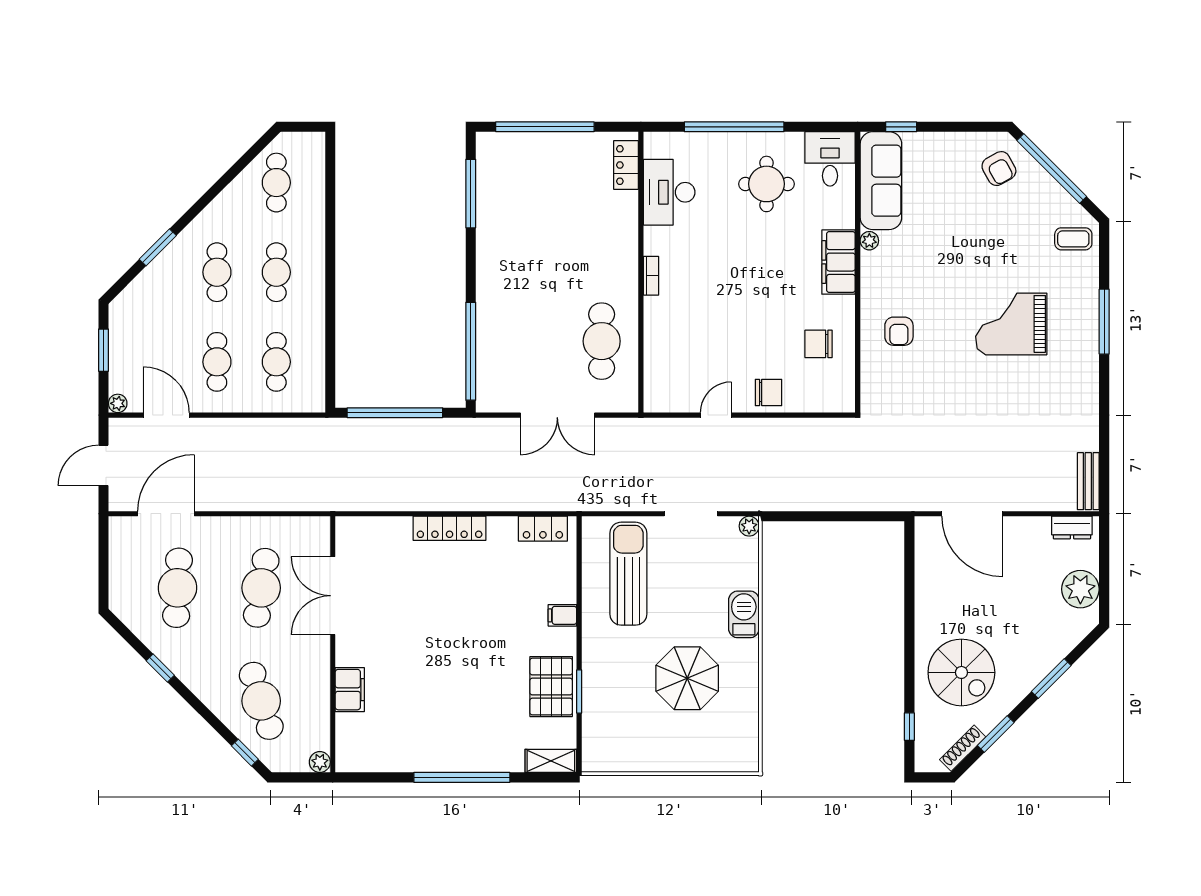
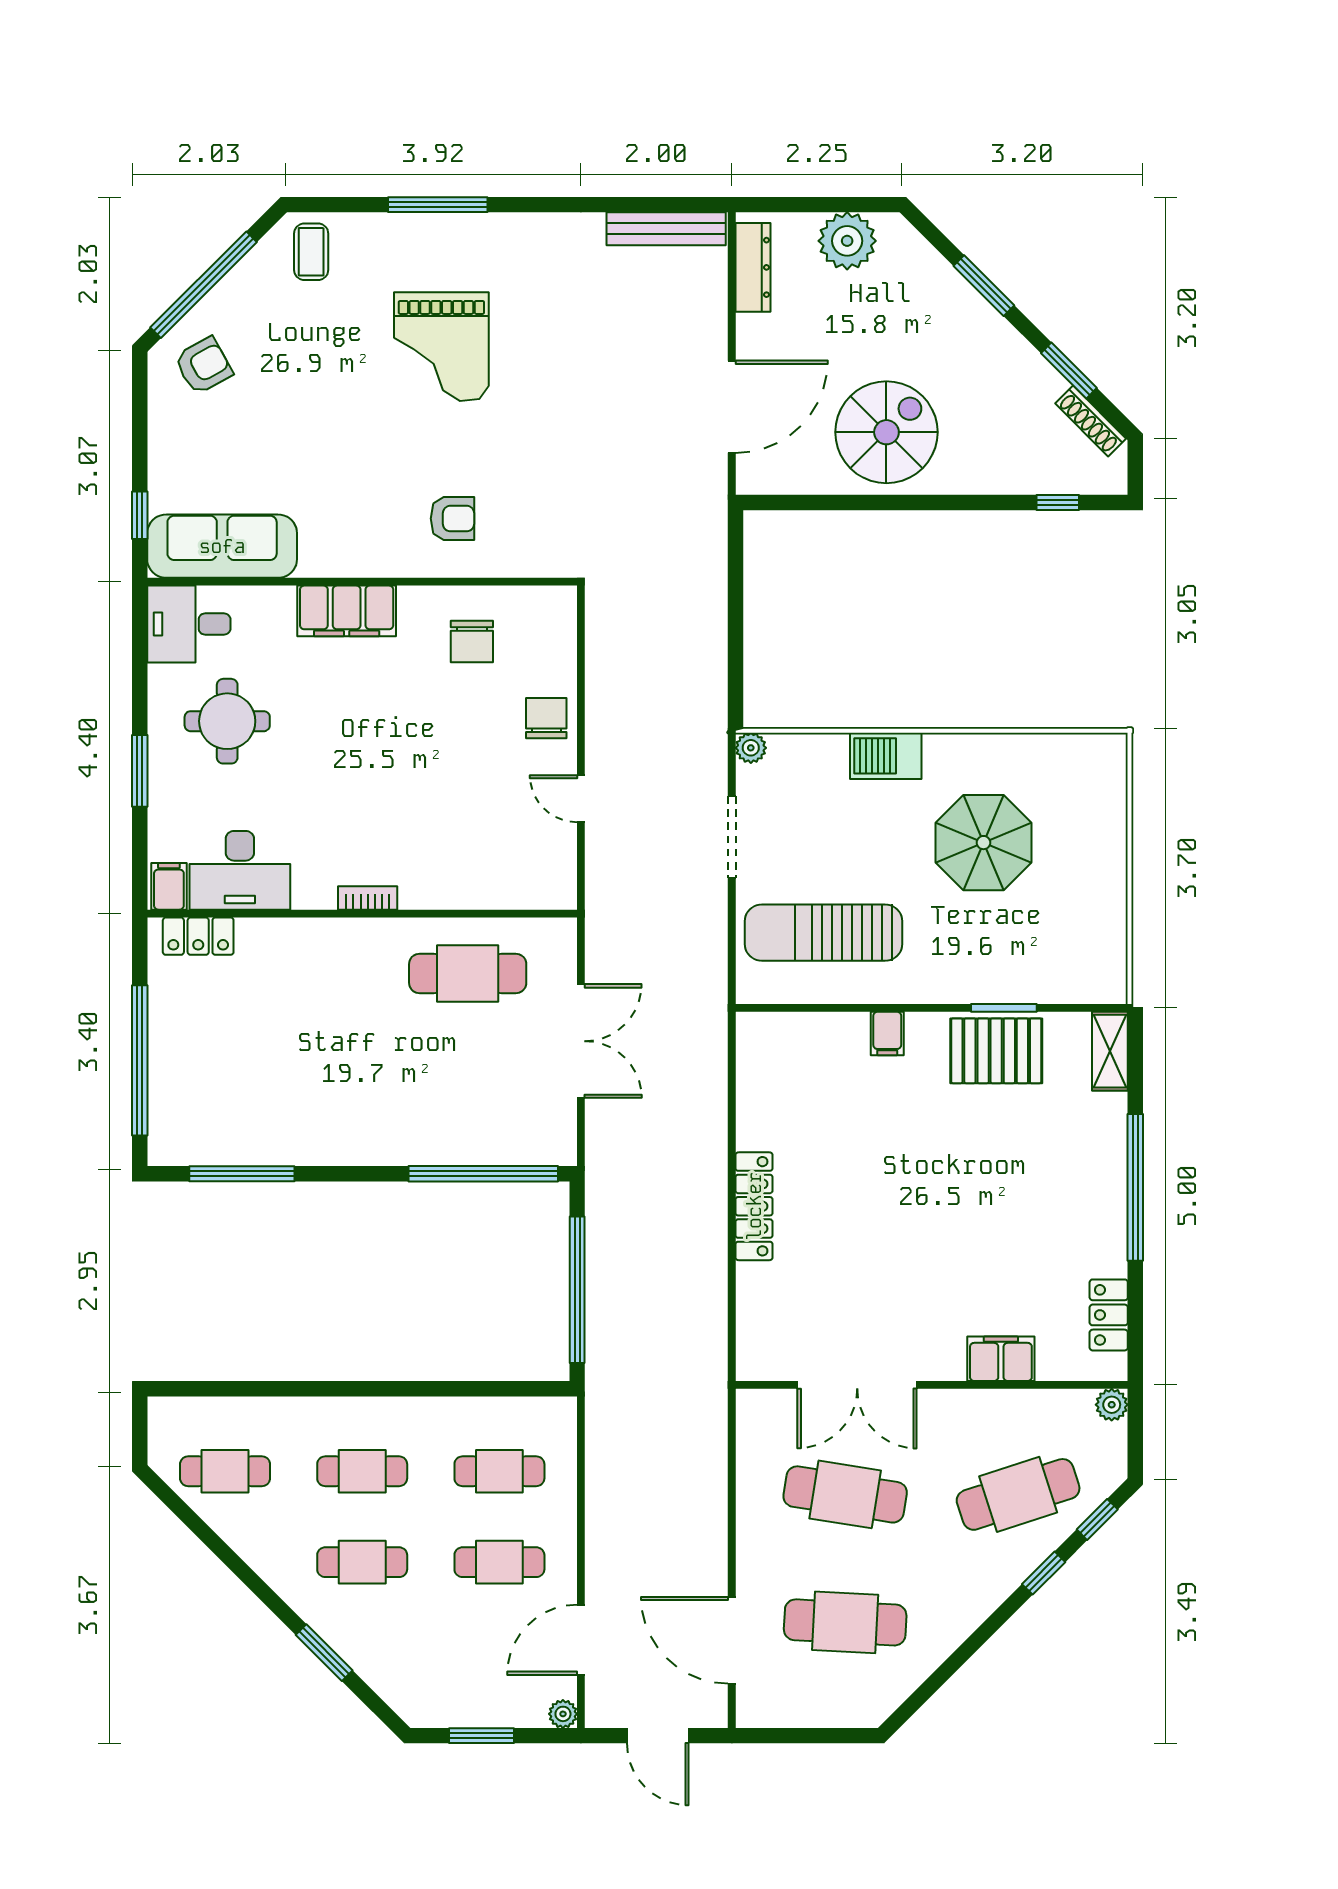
window: (734, 127) -> (140, 771), width x0.47
filing cabinet: (659, 146) -> (169, 886), added
plant: (869, 241) -> (314, 564), removed
bench: (1088, 481) -> (666, 229), width x1.36
dresser: (1072, 528) -> (753, 267), width x1.44
locker: (543, 529) -> (1109, 1315), moved, turned 180
window: (160, 668) -> (1044, 1573), moved
spiral stairs: (961, 672) -> (886, 432), moved

